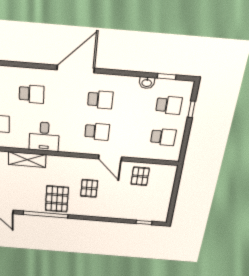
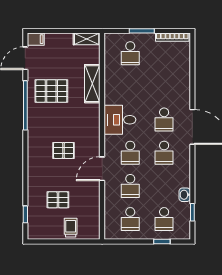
school desk: (32, 94) -> (164, 120), moved
school desk: (130, 134) -> (130, 186), added
desk: (44, 137) -> (120, 120), moved
pallet: (140, 176) -> (58, 200), moved
trolley: (162, 188) -> (71, 228), added
pallet: (57, 199) -> (51, 91), moved

